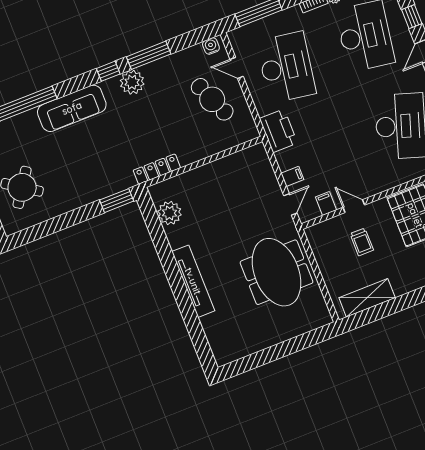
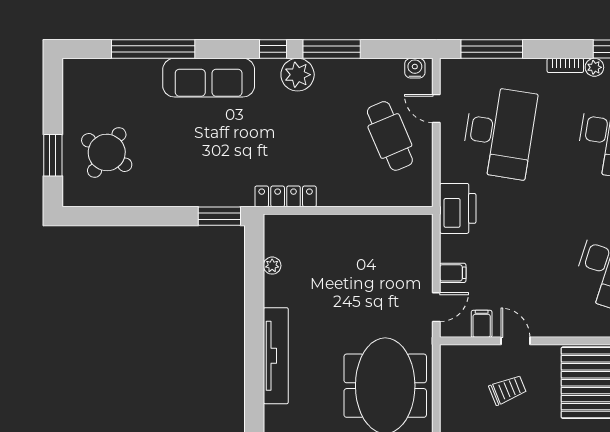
plant: (169, 213) -> (272, 266), width x0.53, depth x0.53
trolley: (362, 242) -> (508, 390), turned -112

